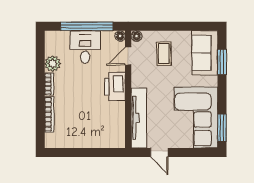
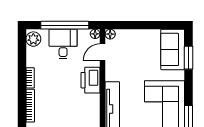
coffee table: (164, 54) -> (135, 50), removed
plant: (53, 64) -> (33, 39), moved

